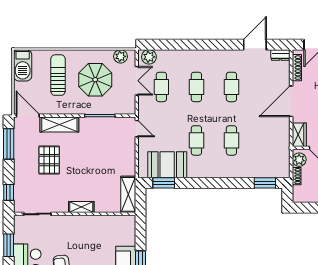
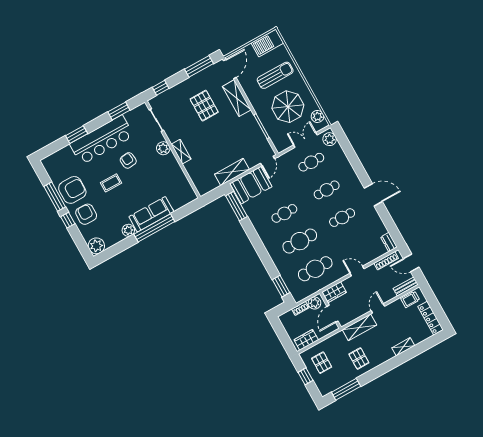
door: (255, 45) -> (373, 195), moved
double door: (137, 81) -> (305, 140), swing flipped
door: (291, 101) -> (357, 271), width x0.53
cafe table: (231, 140) -> (300, 241), width x1.37, depth x1.35
cafe table: (266, 140) -> (315, 269), added
pallet: (49, 160) -> (204, 106), turned 90
booth: (167, 165) -> (251, 185), moved, turned 90
window: (164, 183) -> (237, 206), width x1.44
shelving: (128, 194) -> (232, 172), moved
plant: (68, 222) -> (163, 148), added

